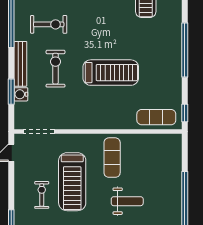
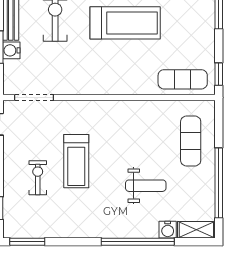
exercise mat: (112, 158) -> (191, 141), moved
treadmill: (72, 182) -> (76, 161), width x0.73, depth x0.73

